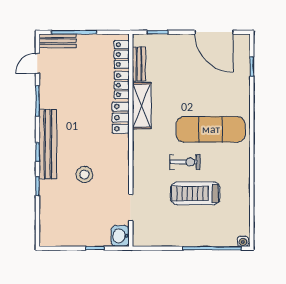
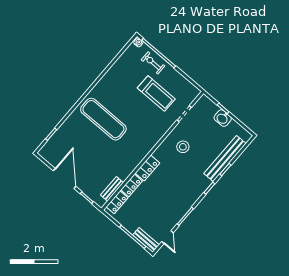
door: (214, 32) -> (65, 179), moved
door: (37, 63) -> (168, 237), hinge flipped
shelving: (142, 106) -> (130, 165), removed
bench: (48, 144) -> (225, 159), moved
exercise bike: (185, 162) -> (153, 63), moved
stool: (84, 175) -> (183, 147), moved
treadmill: (195, 193) -> (156, 93), moved
washbasin: (120, 236) -> (223, 118), moved, turned 90

